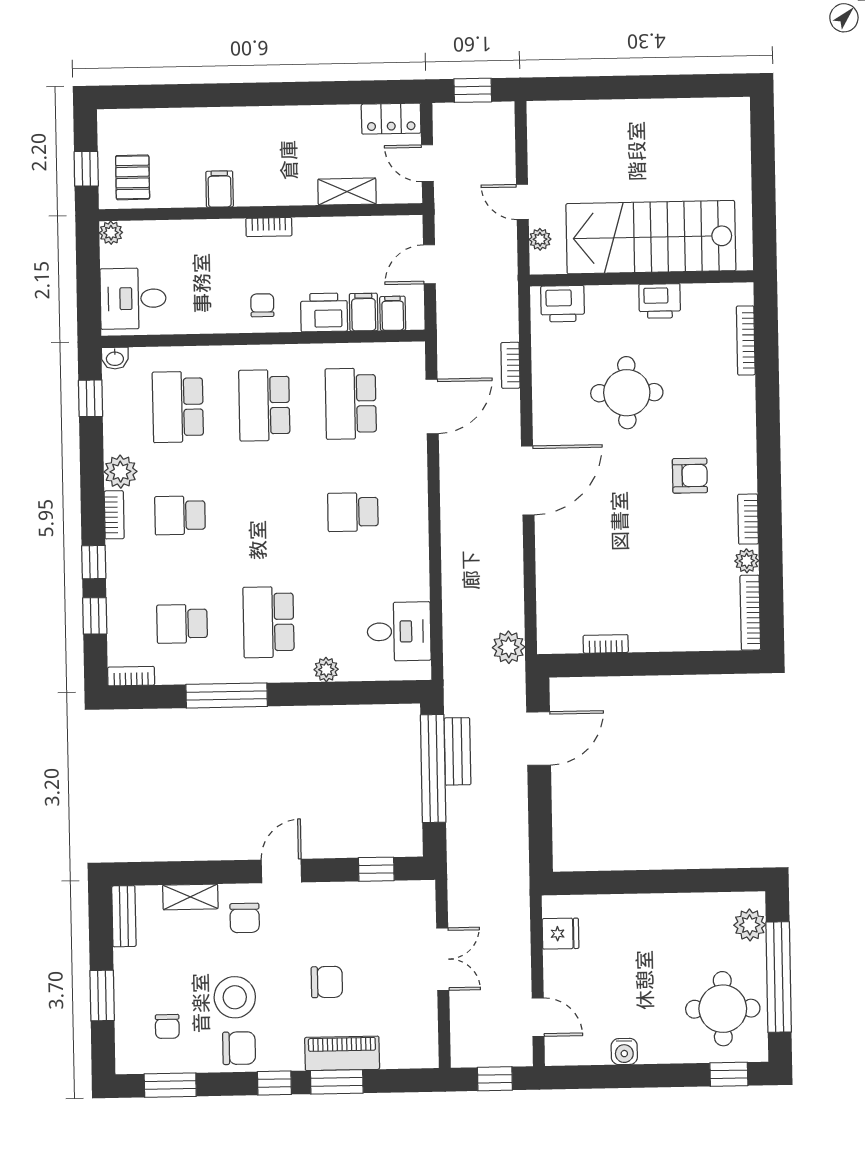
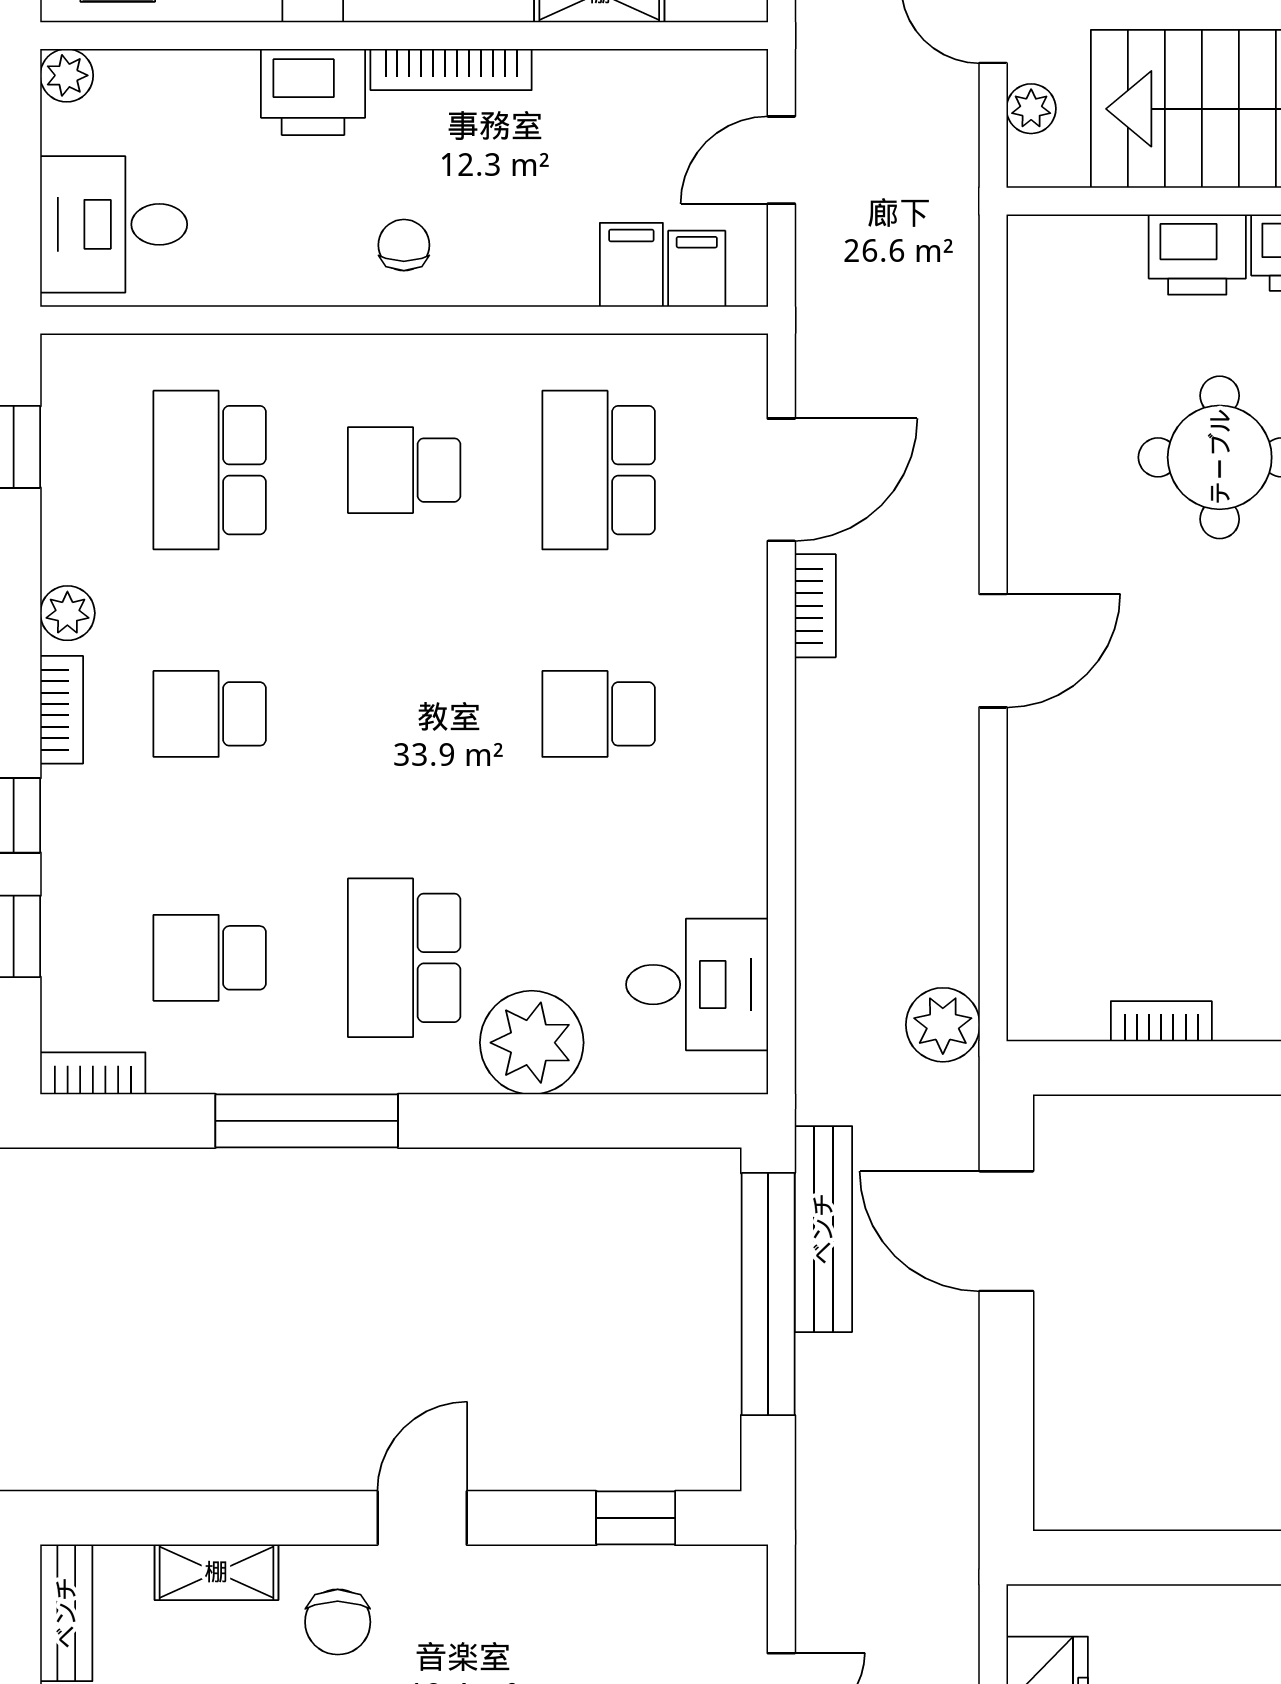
bookcase: (269, 227) -> (451, 70), width x1.56
printer: (563, 304) -> (1197, 255), moved
printer: (324, 312) -> (313, 92), moved, turned 180
washbasin: (115, 358) -> (70, 358), removed
bookcase: (510, 365) -> (815, 606), moved, turned 180
school desk: (264, 405) -> (404, 470), width x0.54
plant: (120, 472) -> (67, 613), width x0.73, depth x0.73
door: (528, 481) -> (993, 651), width x0.73
plant: (326, 669) -> (532, 1043), width x1.88, depth x1.88
door: (539, 739) -> (1006, 1231), swing flipped
bench: (457, 751) -> (823, 1229), width x1.36

